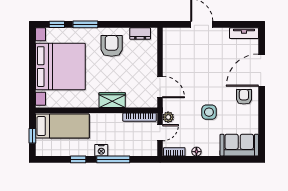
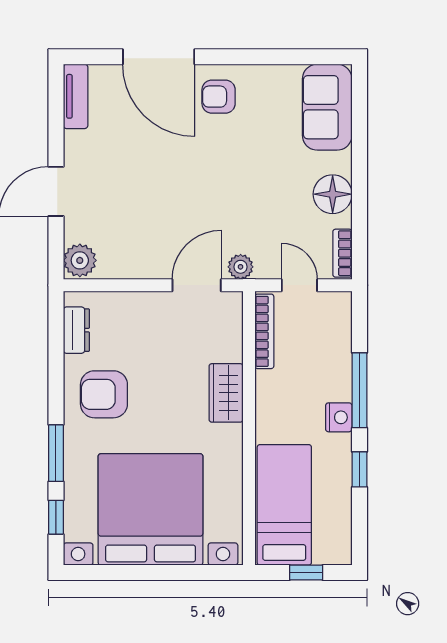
plant: (171, 35) -> (80, 260), added
side table: (209, 112) -> (253, 175), removed
plant: (168, 117) -> (241, 267), moved
floor lamp: (196, 152) -> (333, 194), width x1.89, depth x1.89

